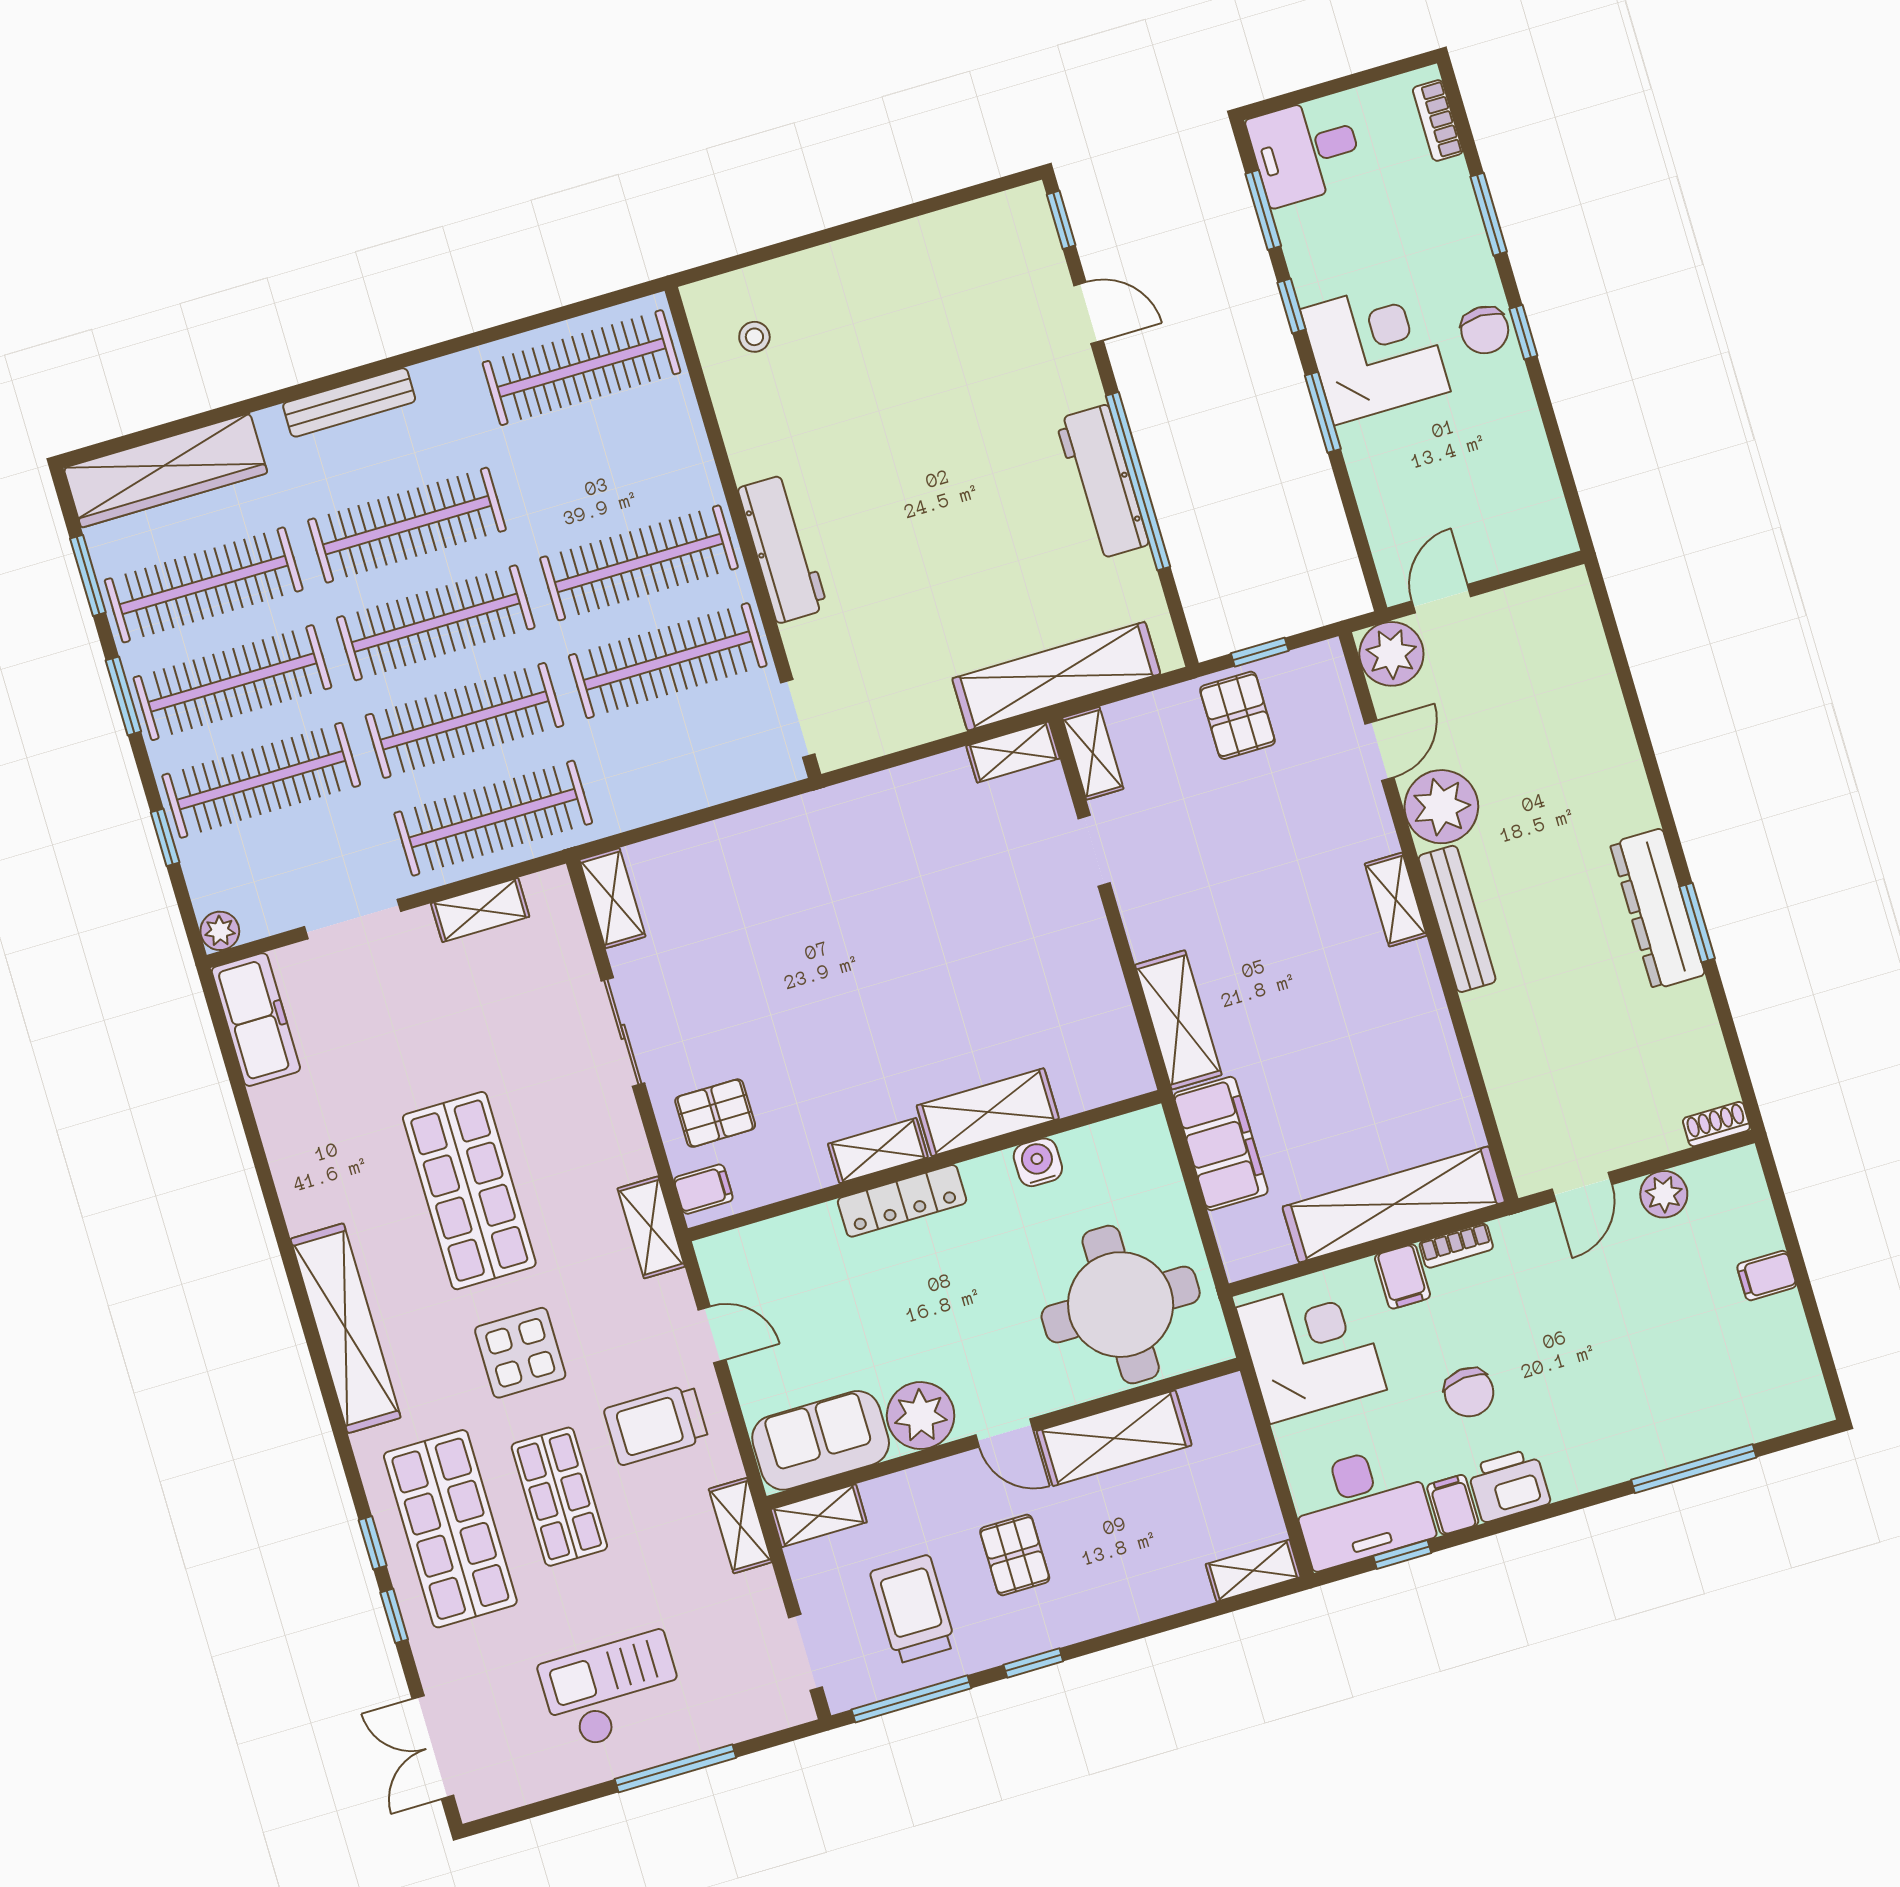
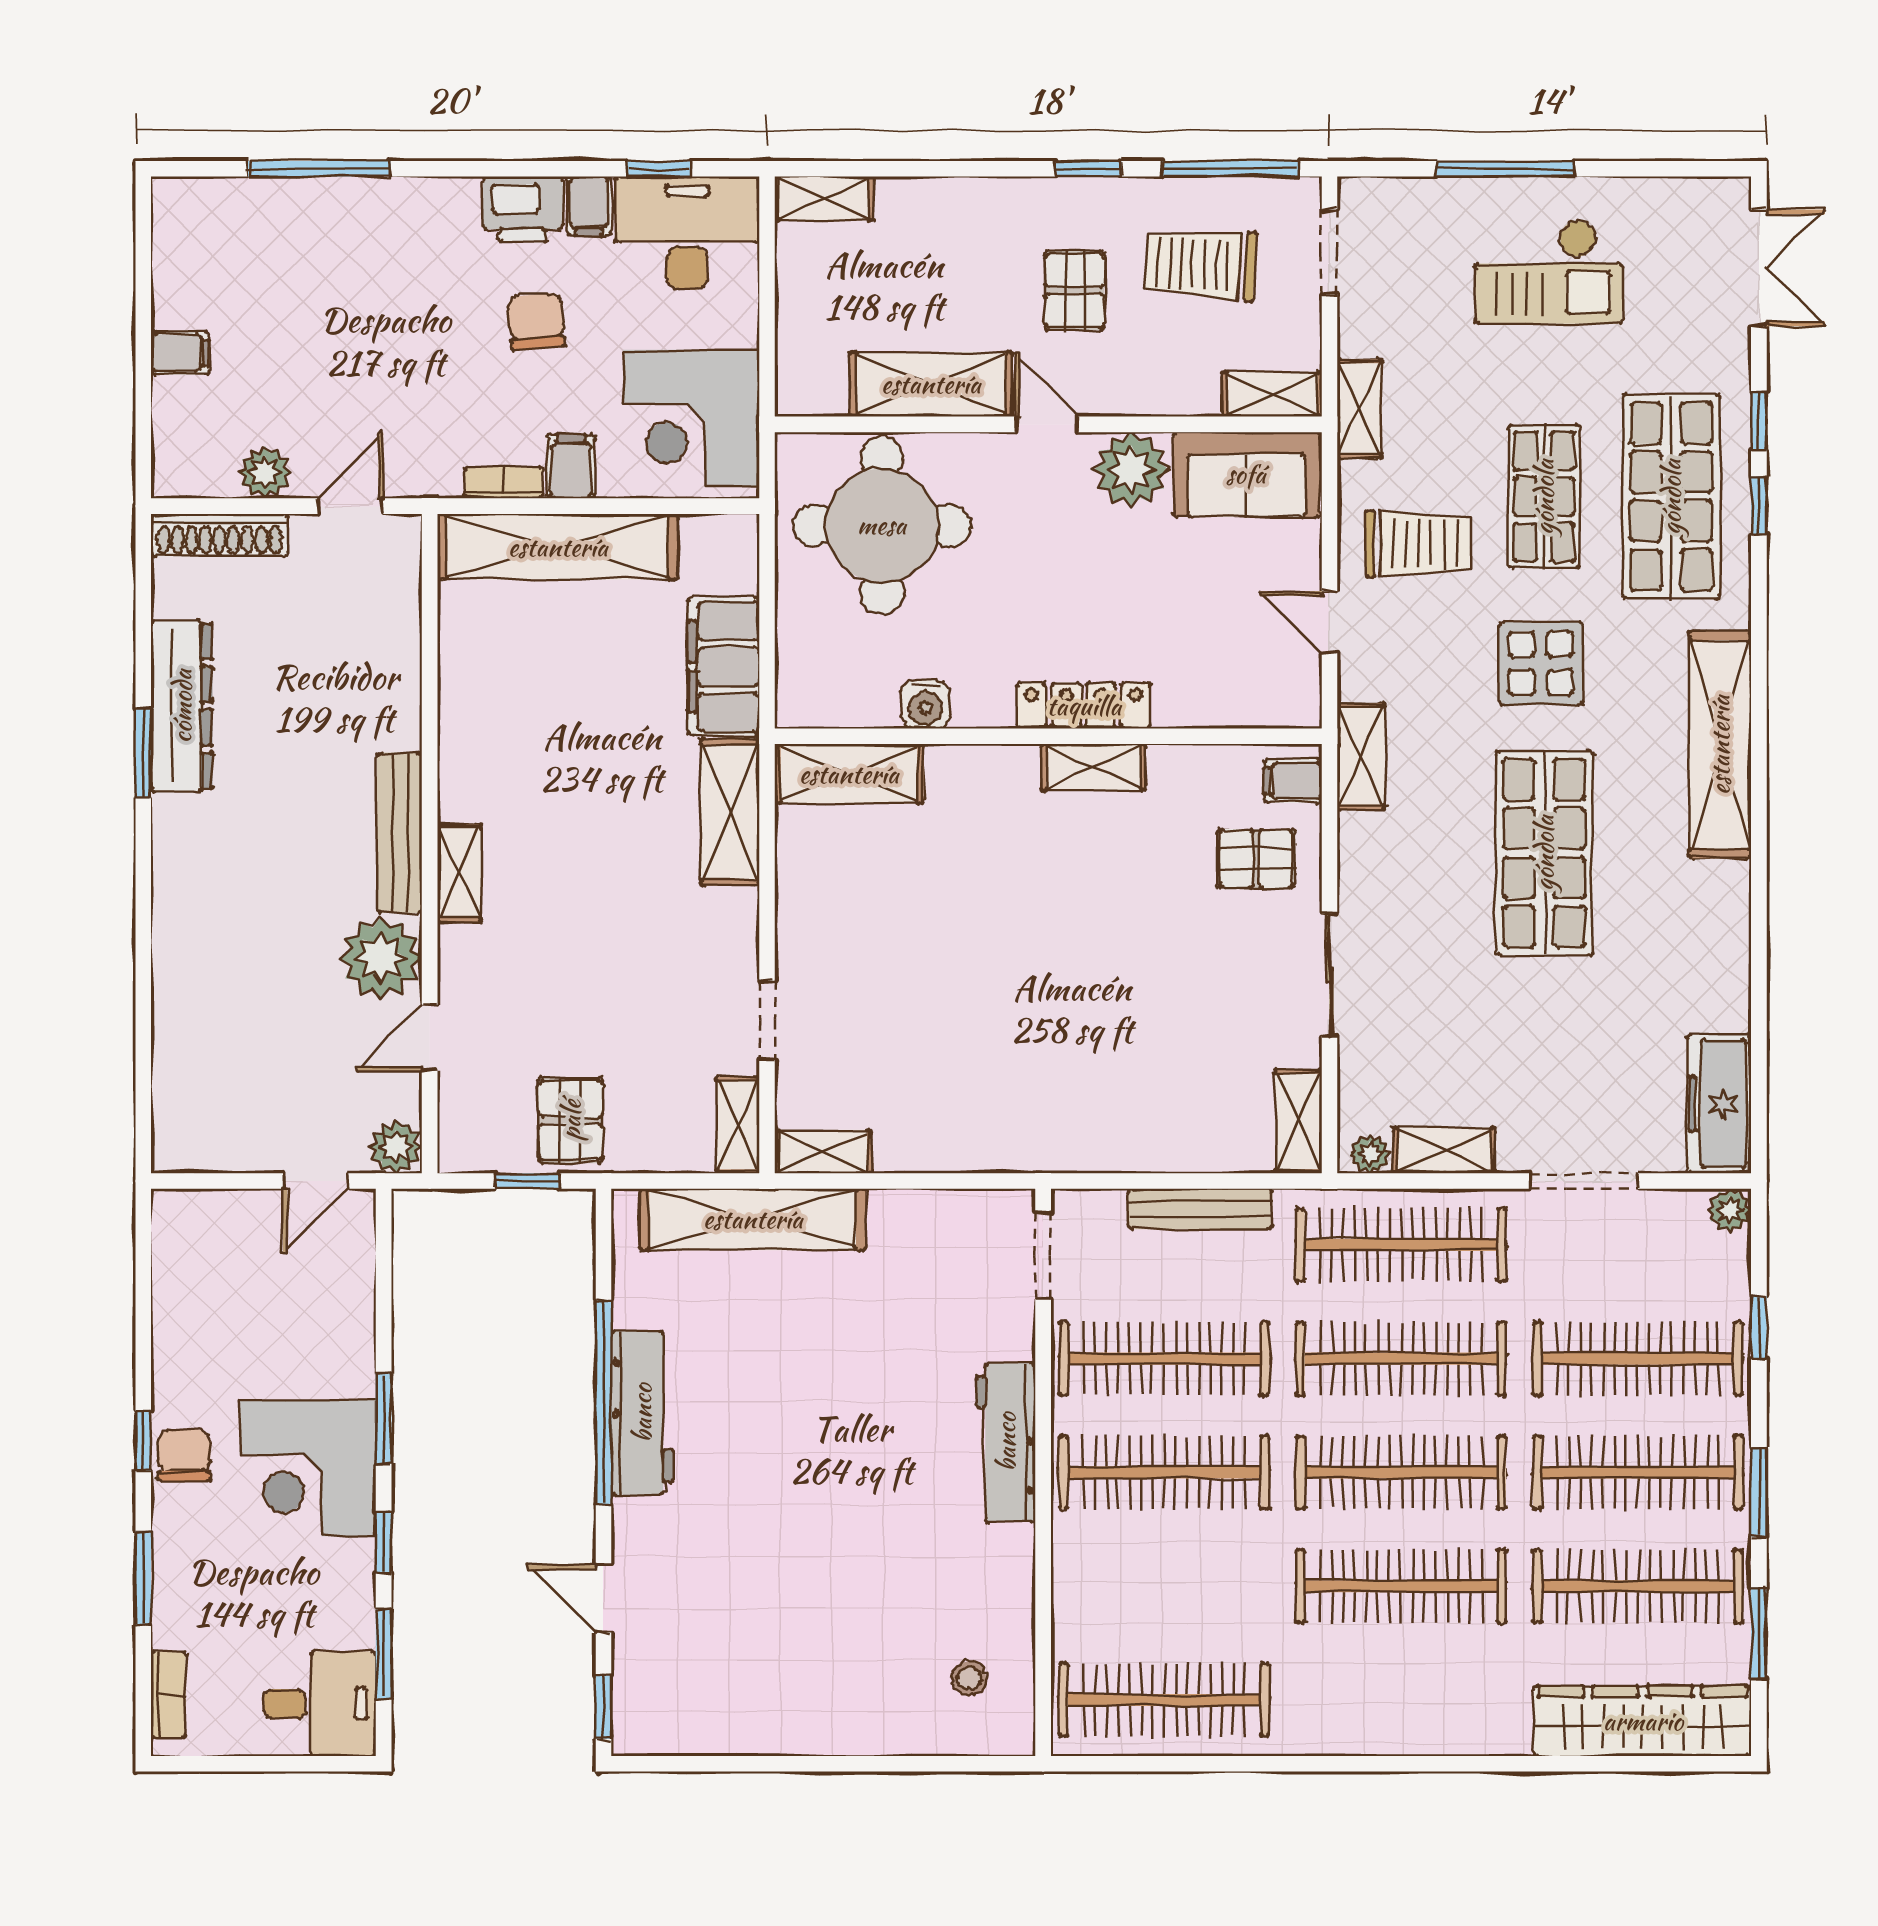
bench: (349, 402) -> (1200, 1209), moved
plant: (1391, 654) -> (396, 1147), width x0.73, depth x0.73
plant: (543, 888) -> (1370, 1154), added
dresser: (1657, 909) -> (182, 706), moved
shelving: (988, 1112) -> (849, 774), moved
shoe rack: (1716, 1124) -> (219, 535), width x1.94, depth x1.24
trolley: (913, 1609) -> (1200, 264), turned 93

